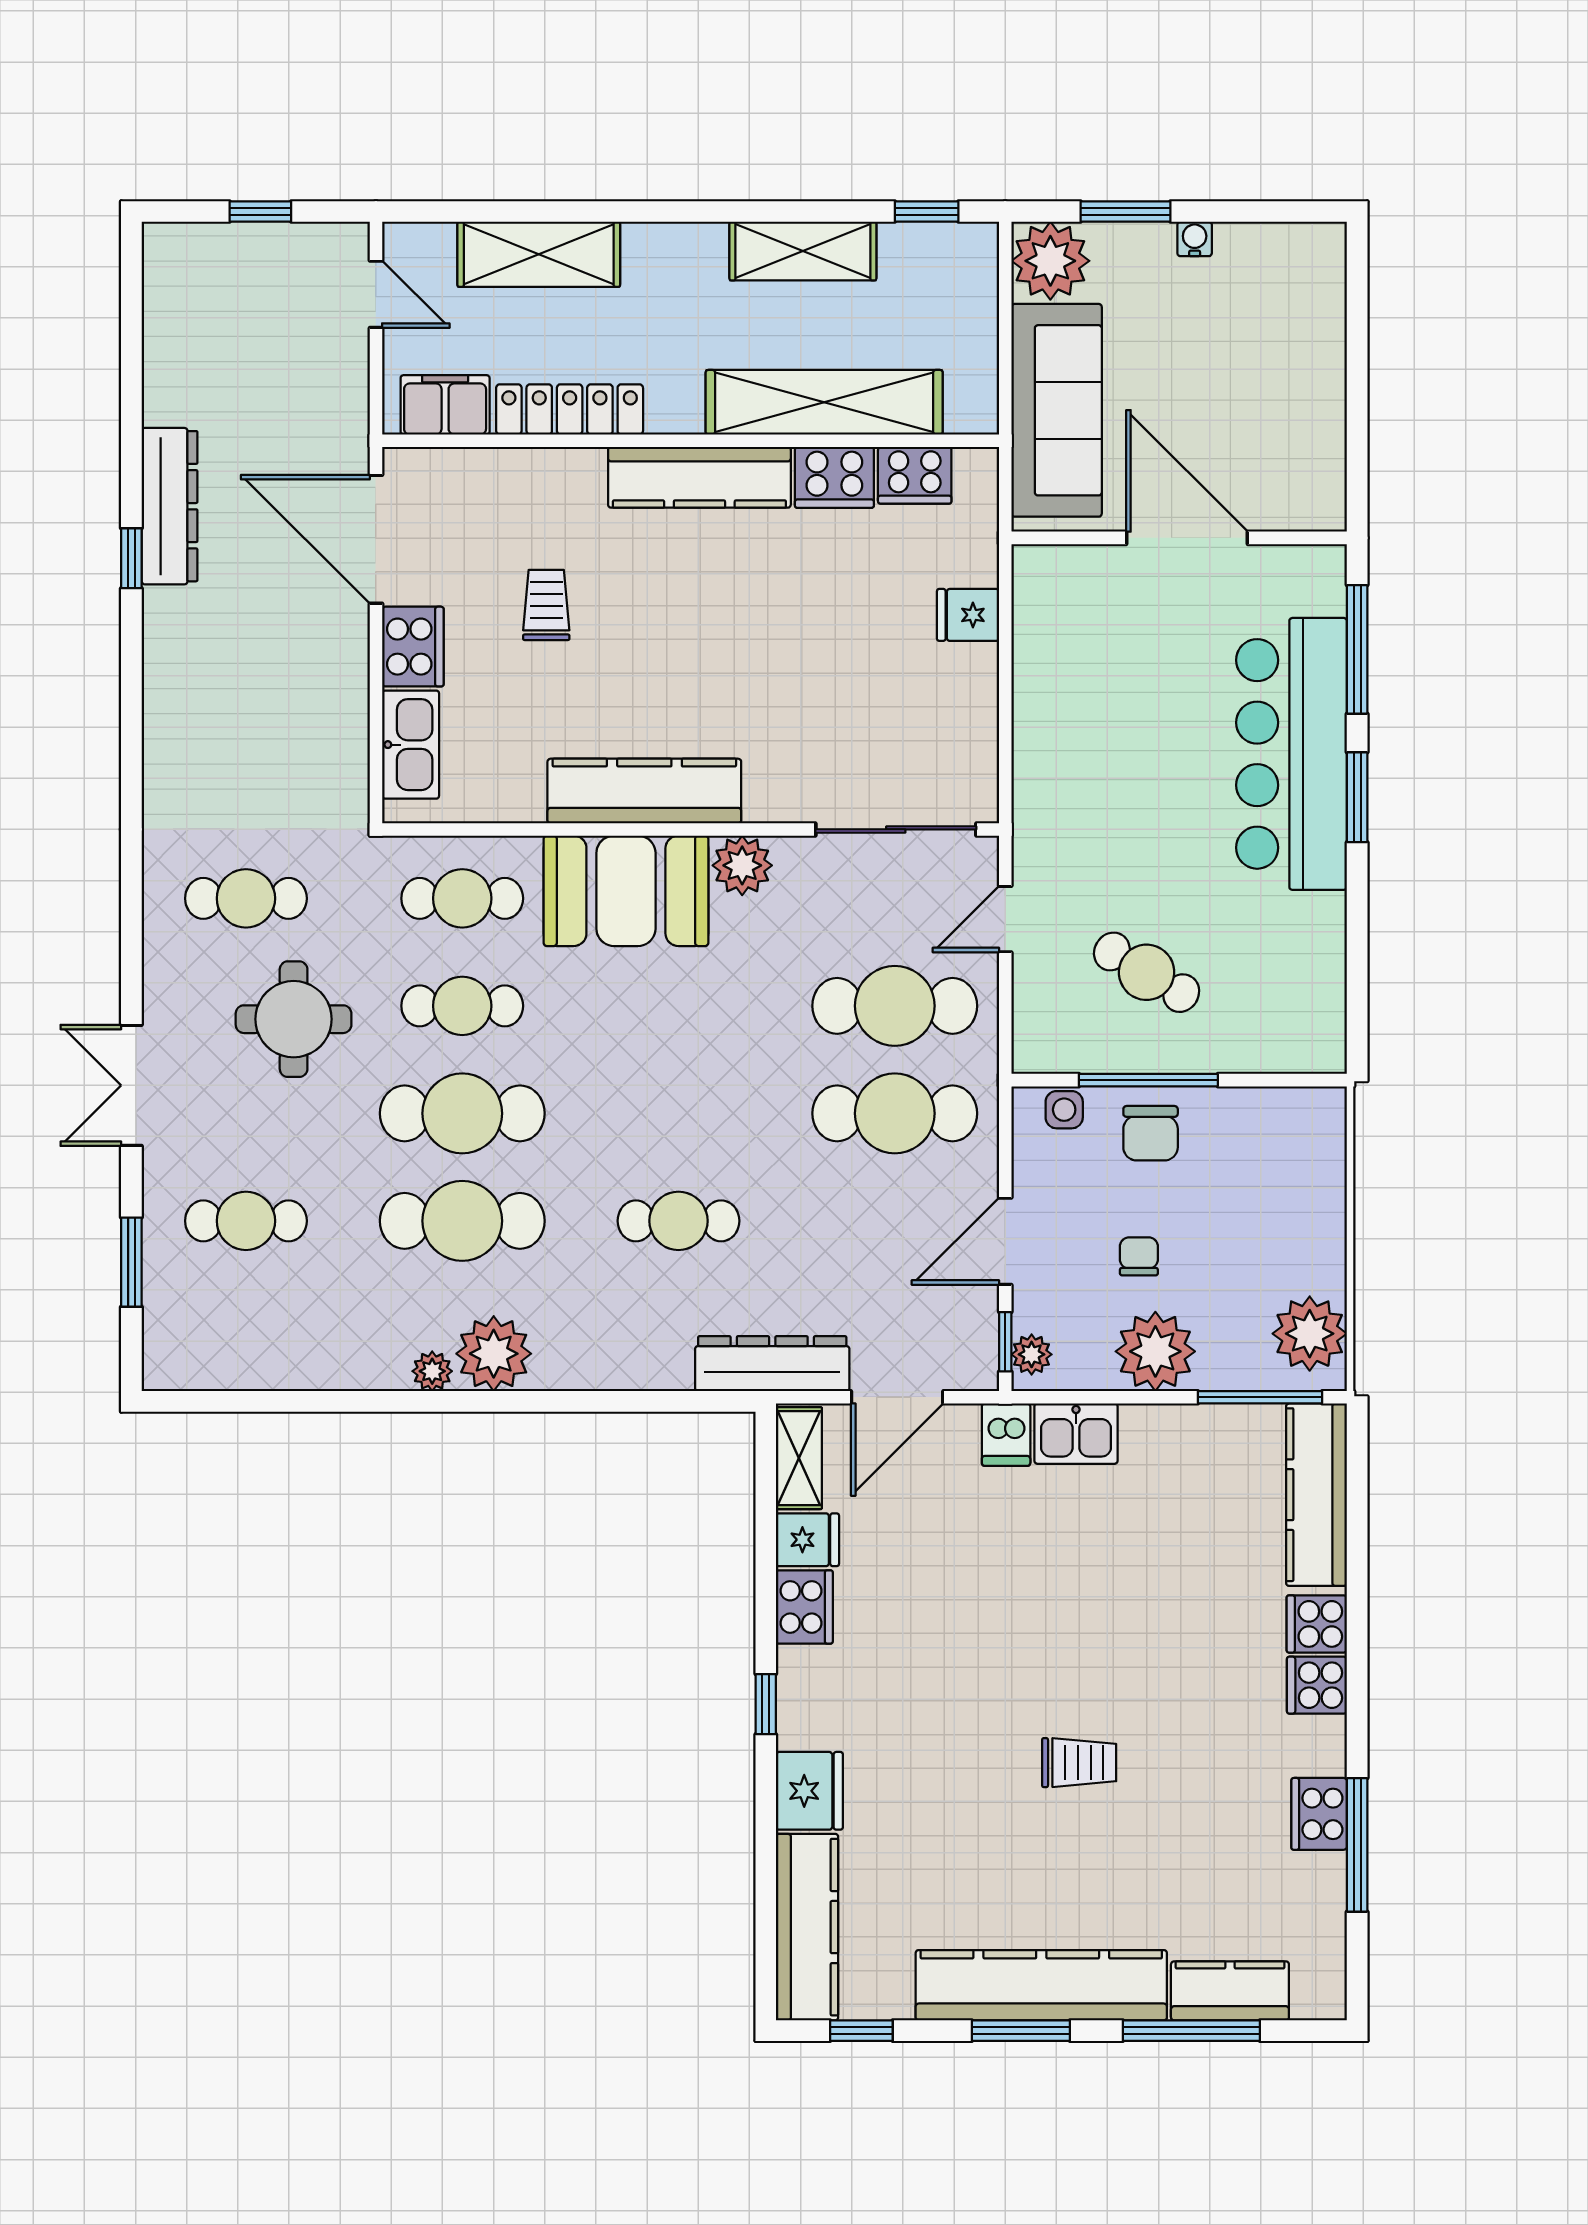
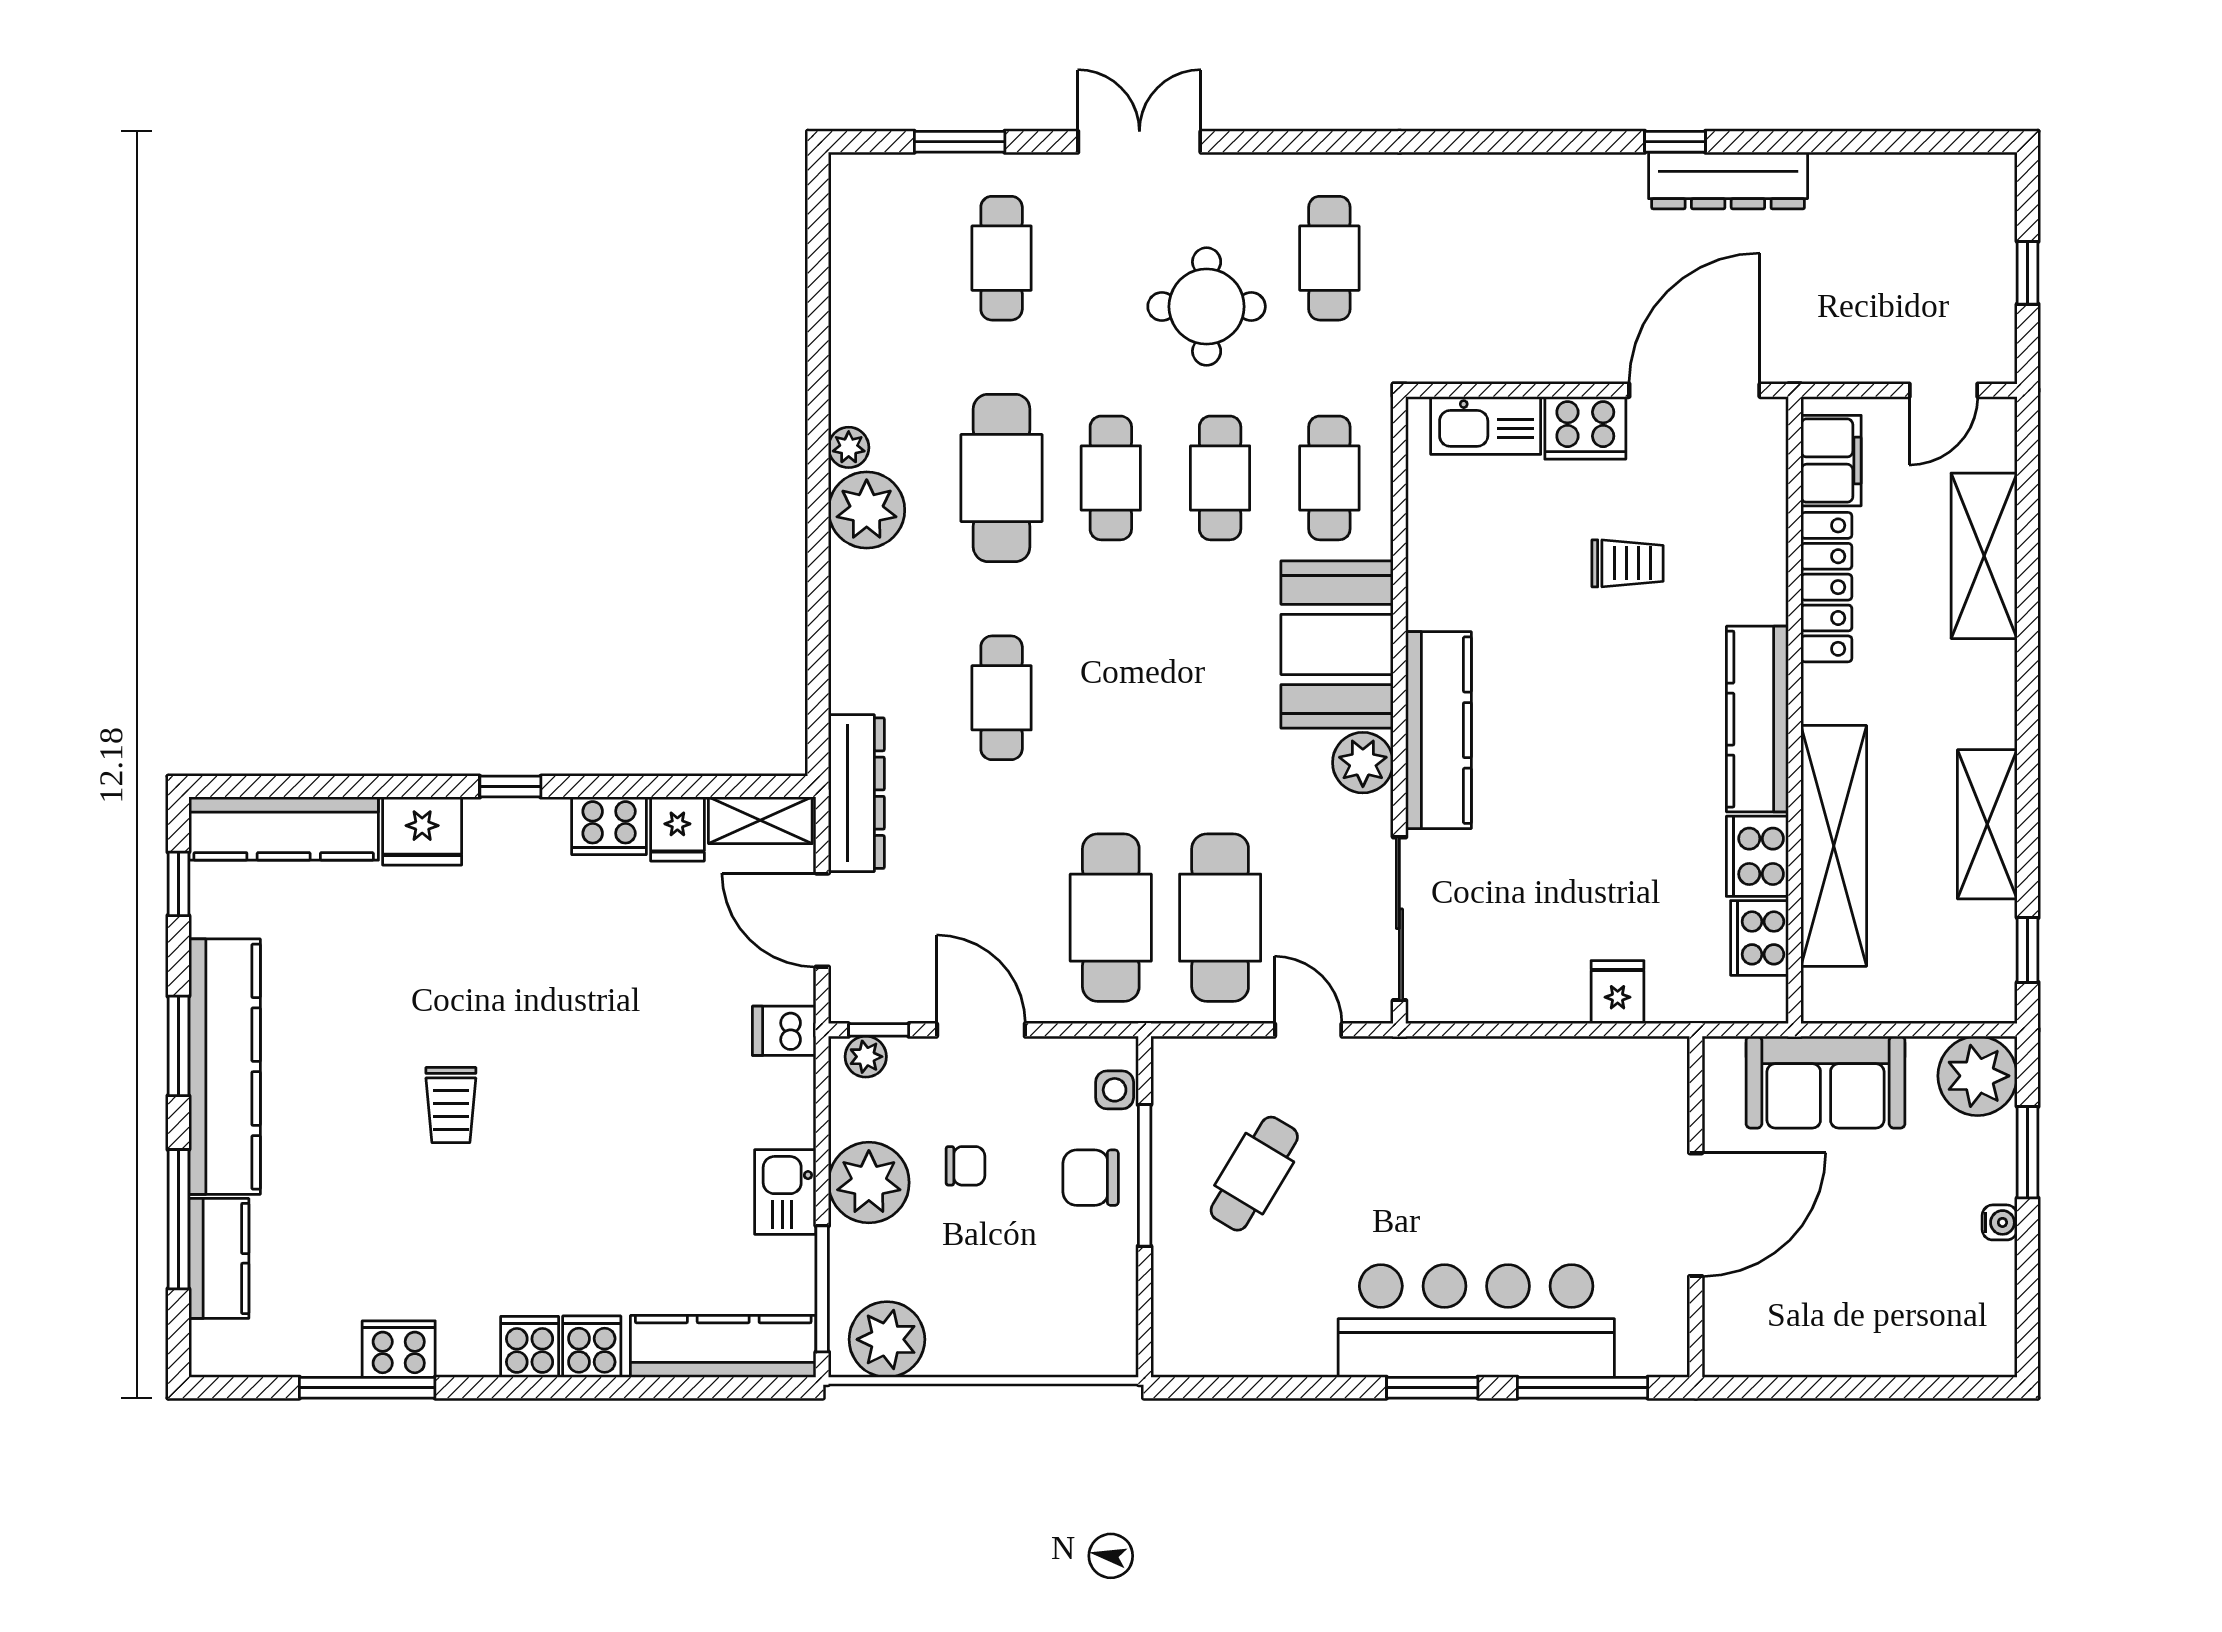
sofa: (1057, 410) -> (1825, 1082), width x0.73
kitchen counter: (644, 791) -> (1438, 730), moved
cafe table: (462, 1113) -> (1111, 478), width x0.73, depth x0.74
kitchen sink: (1076, 1434) -> (785, 1192), moved

